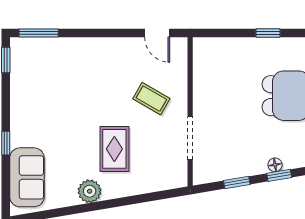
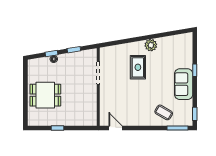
coffee table: (151, 99) -> (164, 112), moved
sofa: (27, 177) -> (184, 84), moved

